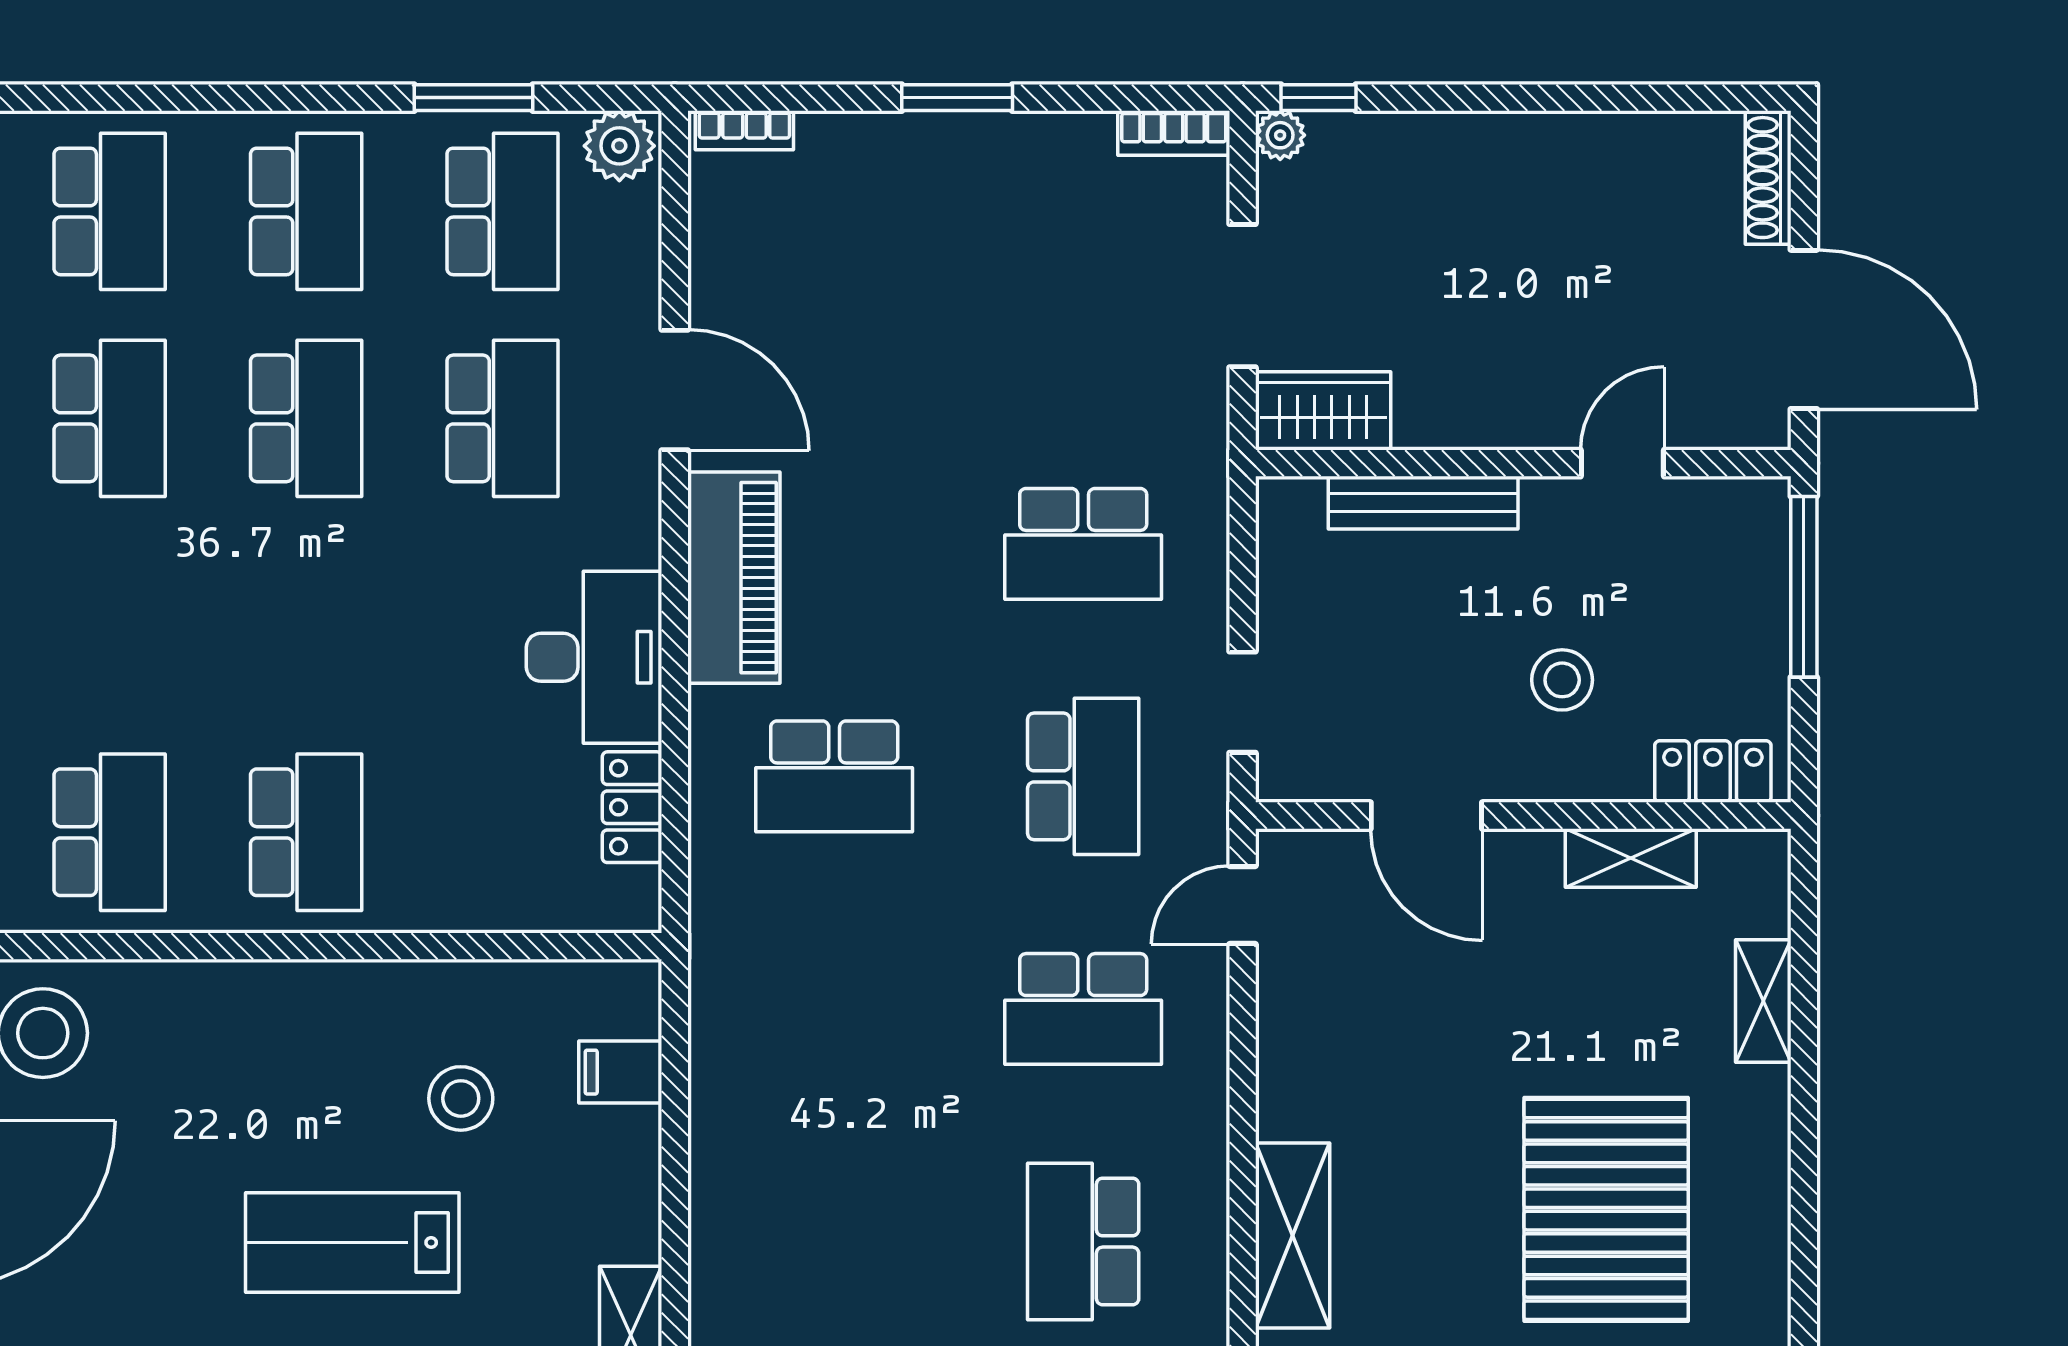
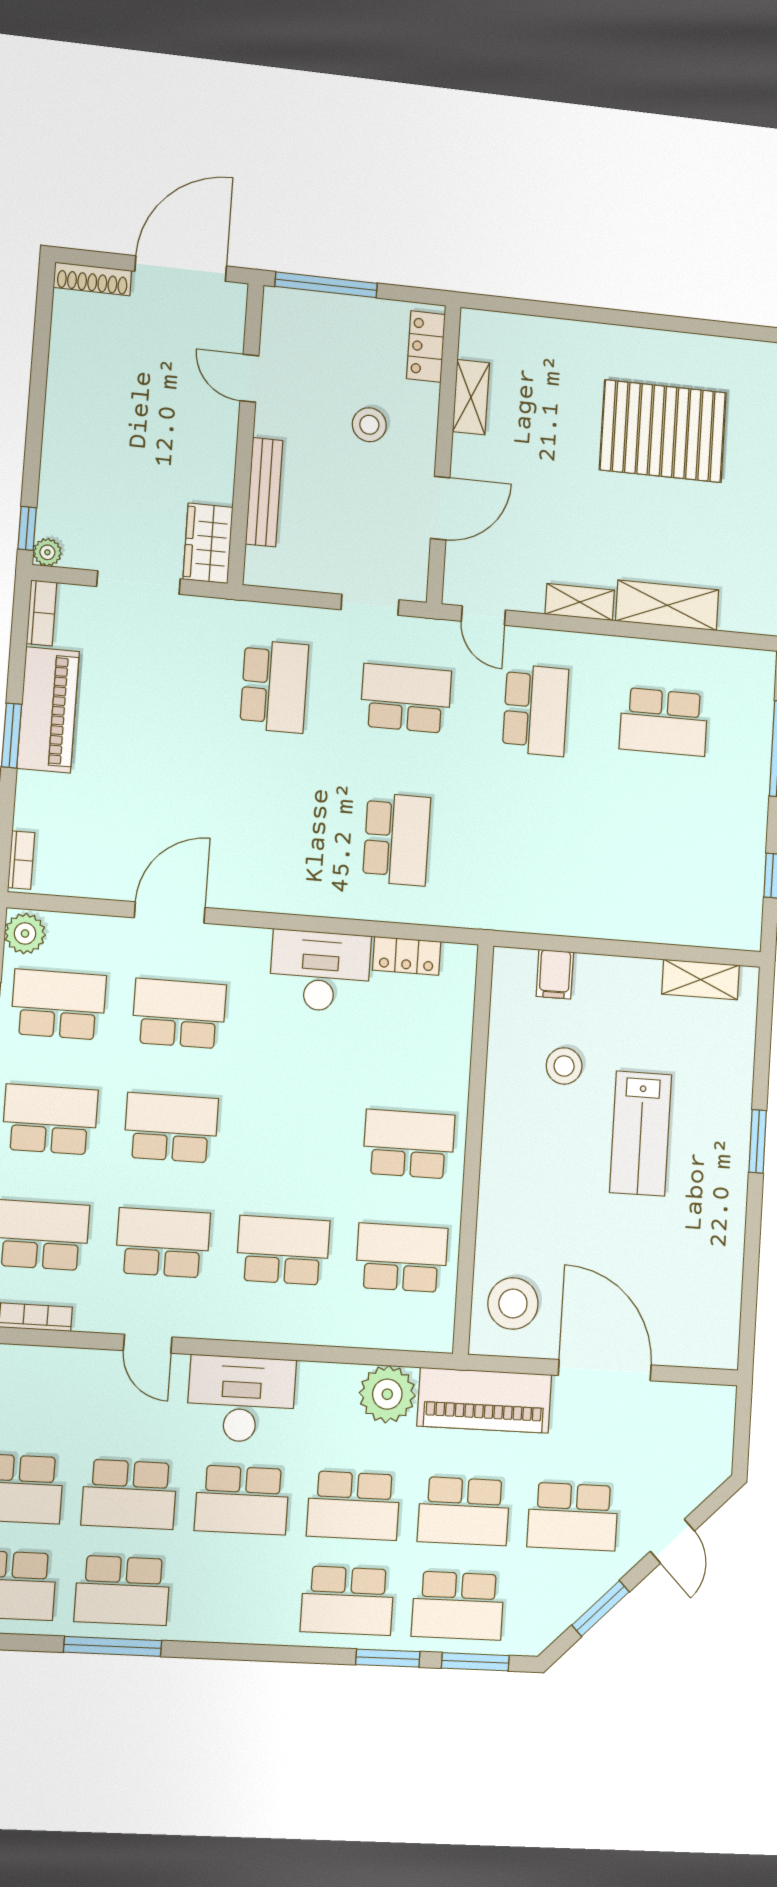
piano: (734, 578) -> (48, 710), moved, turned 90
school desk: (110, 625) -> (283, 1250), added
shelving: (1763, 1001) -> (580, 602), moved

